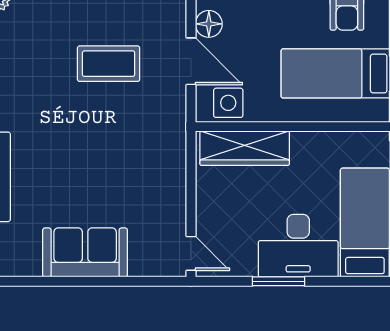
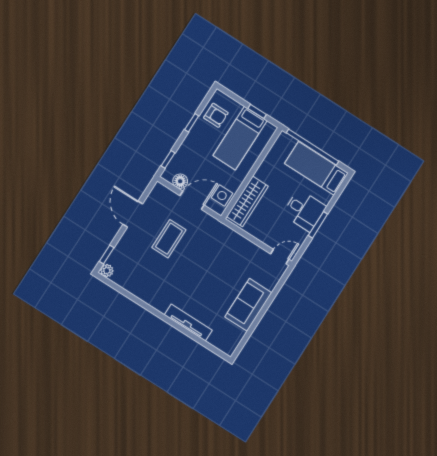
desk: (298, 246) -> (304, 210), width x0.73

